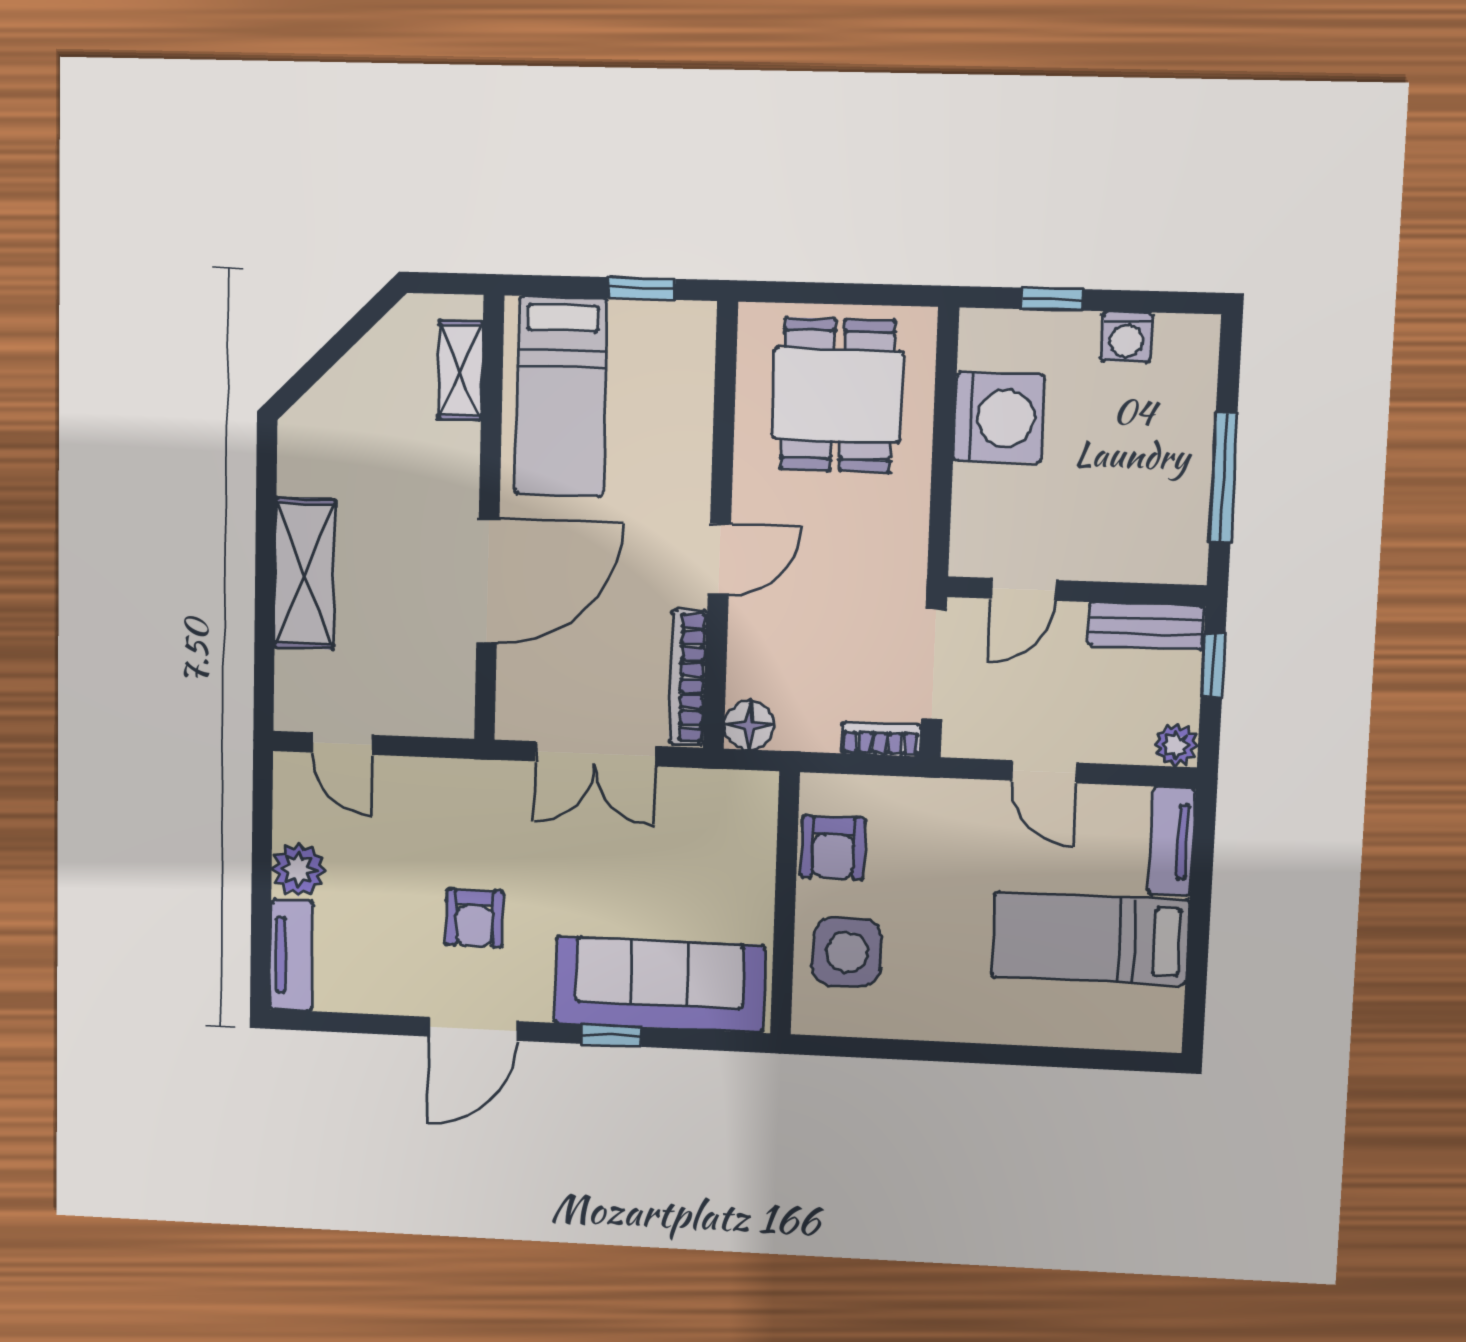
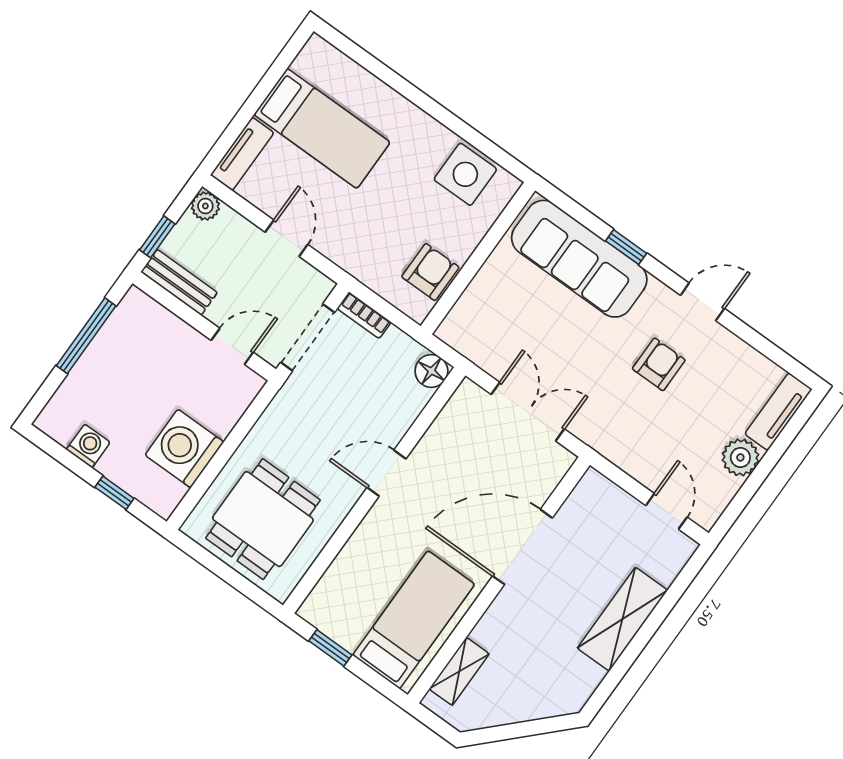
bookcase: (688, 677) -> (447, 420), removed
side table: (847, 952) -> (465, 174), moved
door: (473, 1029) -> (702, 302), width x0.73

